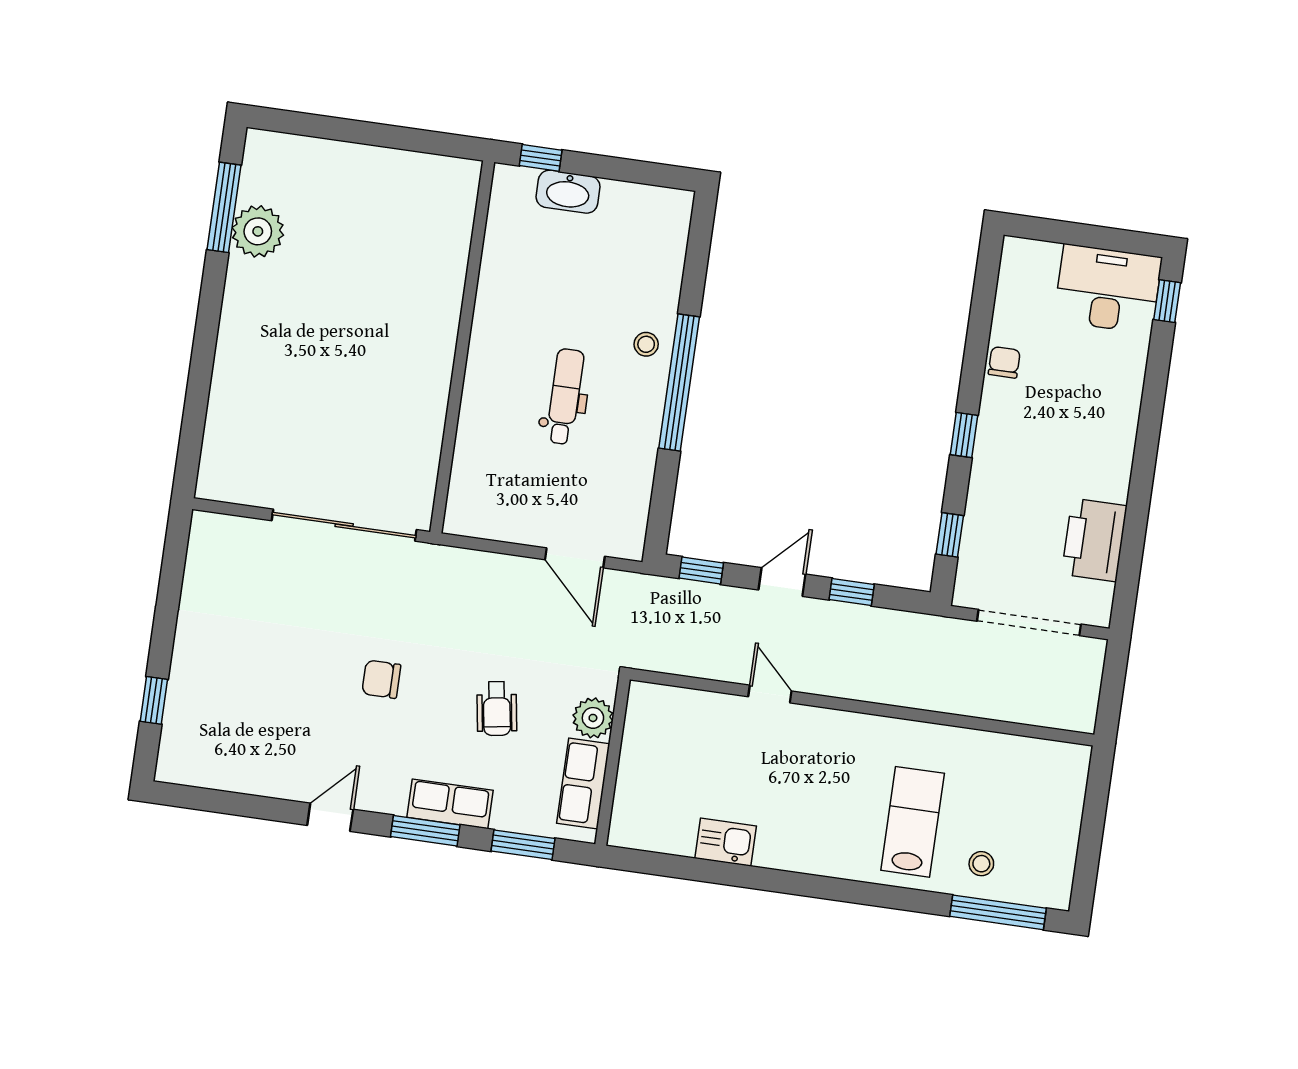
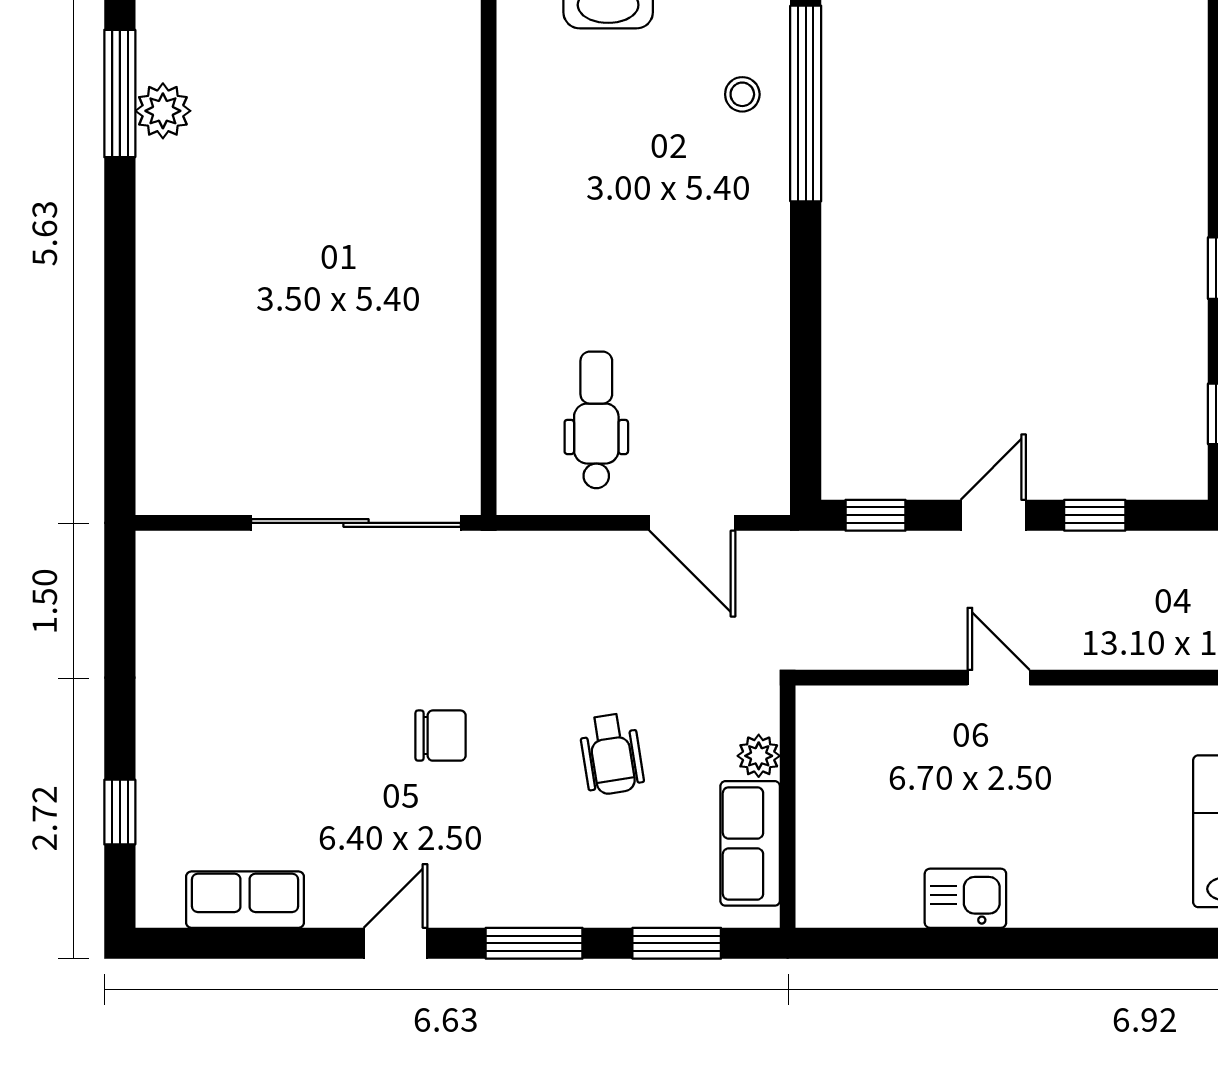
plant: (258, 231) -> (163, 111), width x0.73, depth x0.73
stool: (646, 344) -> (742, 94), moved
window: (679, 383) -> (806, 103), moved
dental chair: (565, 397) -> (596, 420), moved
chair: (381, 679) -> (441, 736), turned 180
plant: (593, 718) -> (759, 756), width x0.73, depth x0.73
row of seats: (450, 804) -> (245, 900), moved

